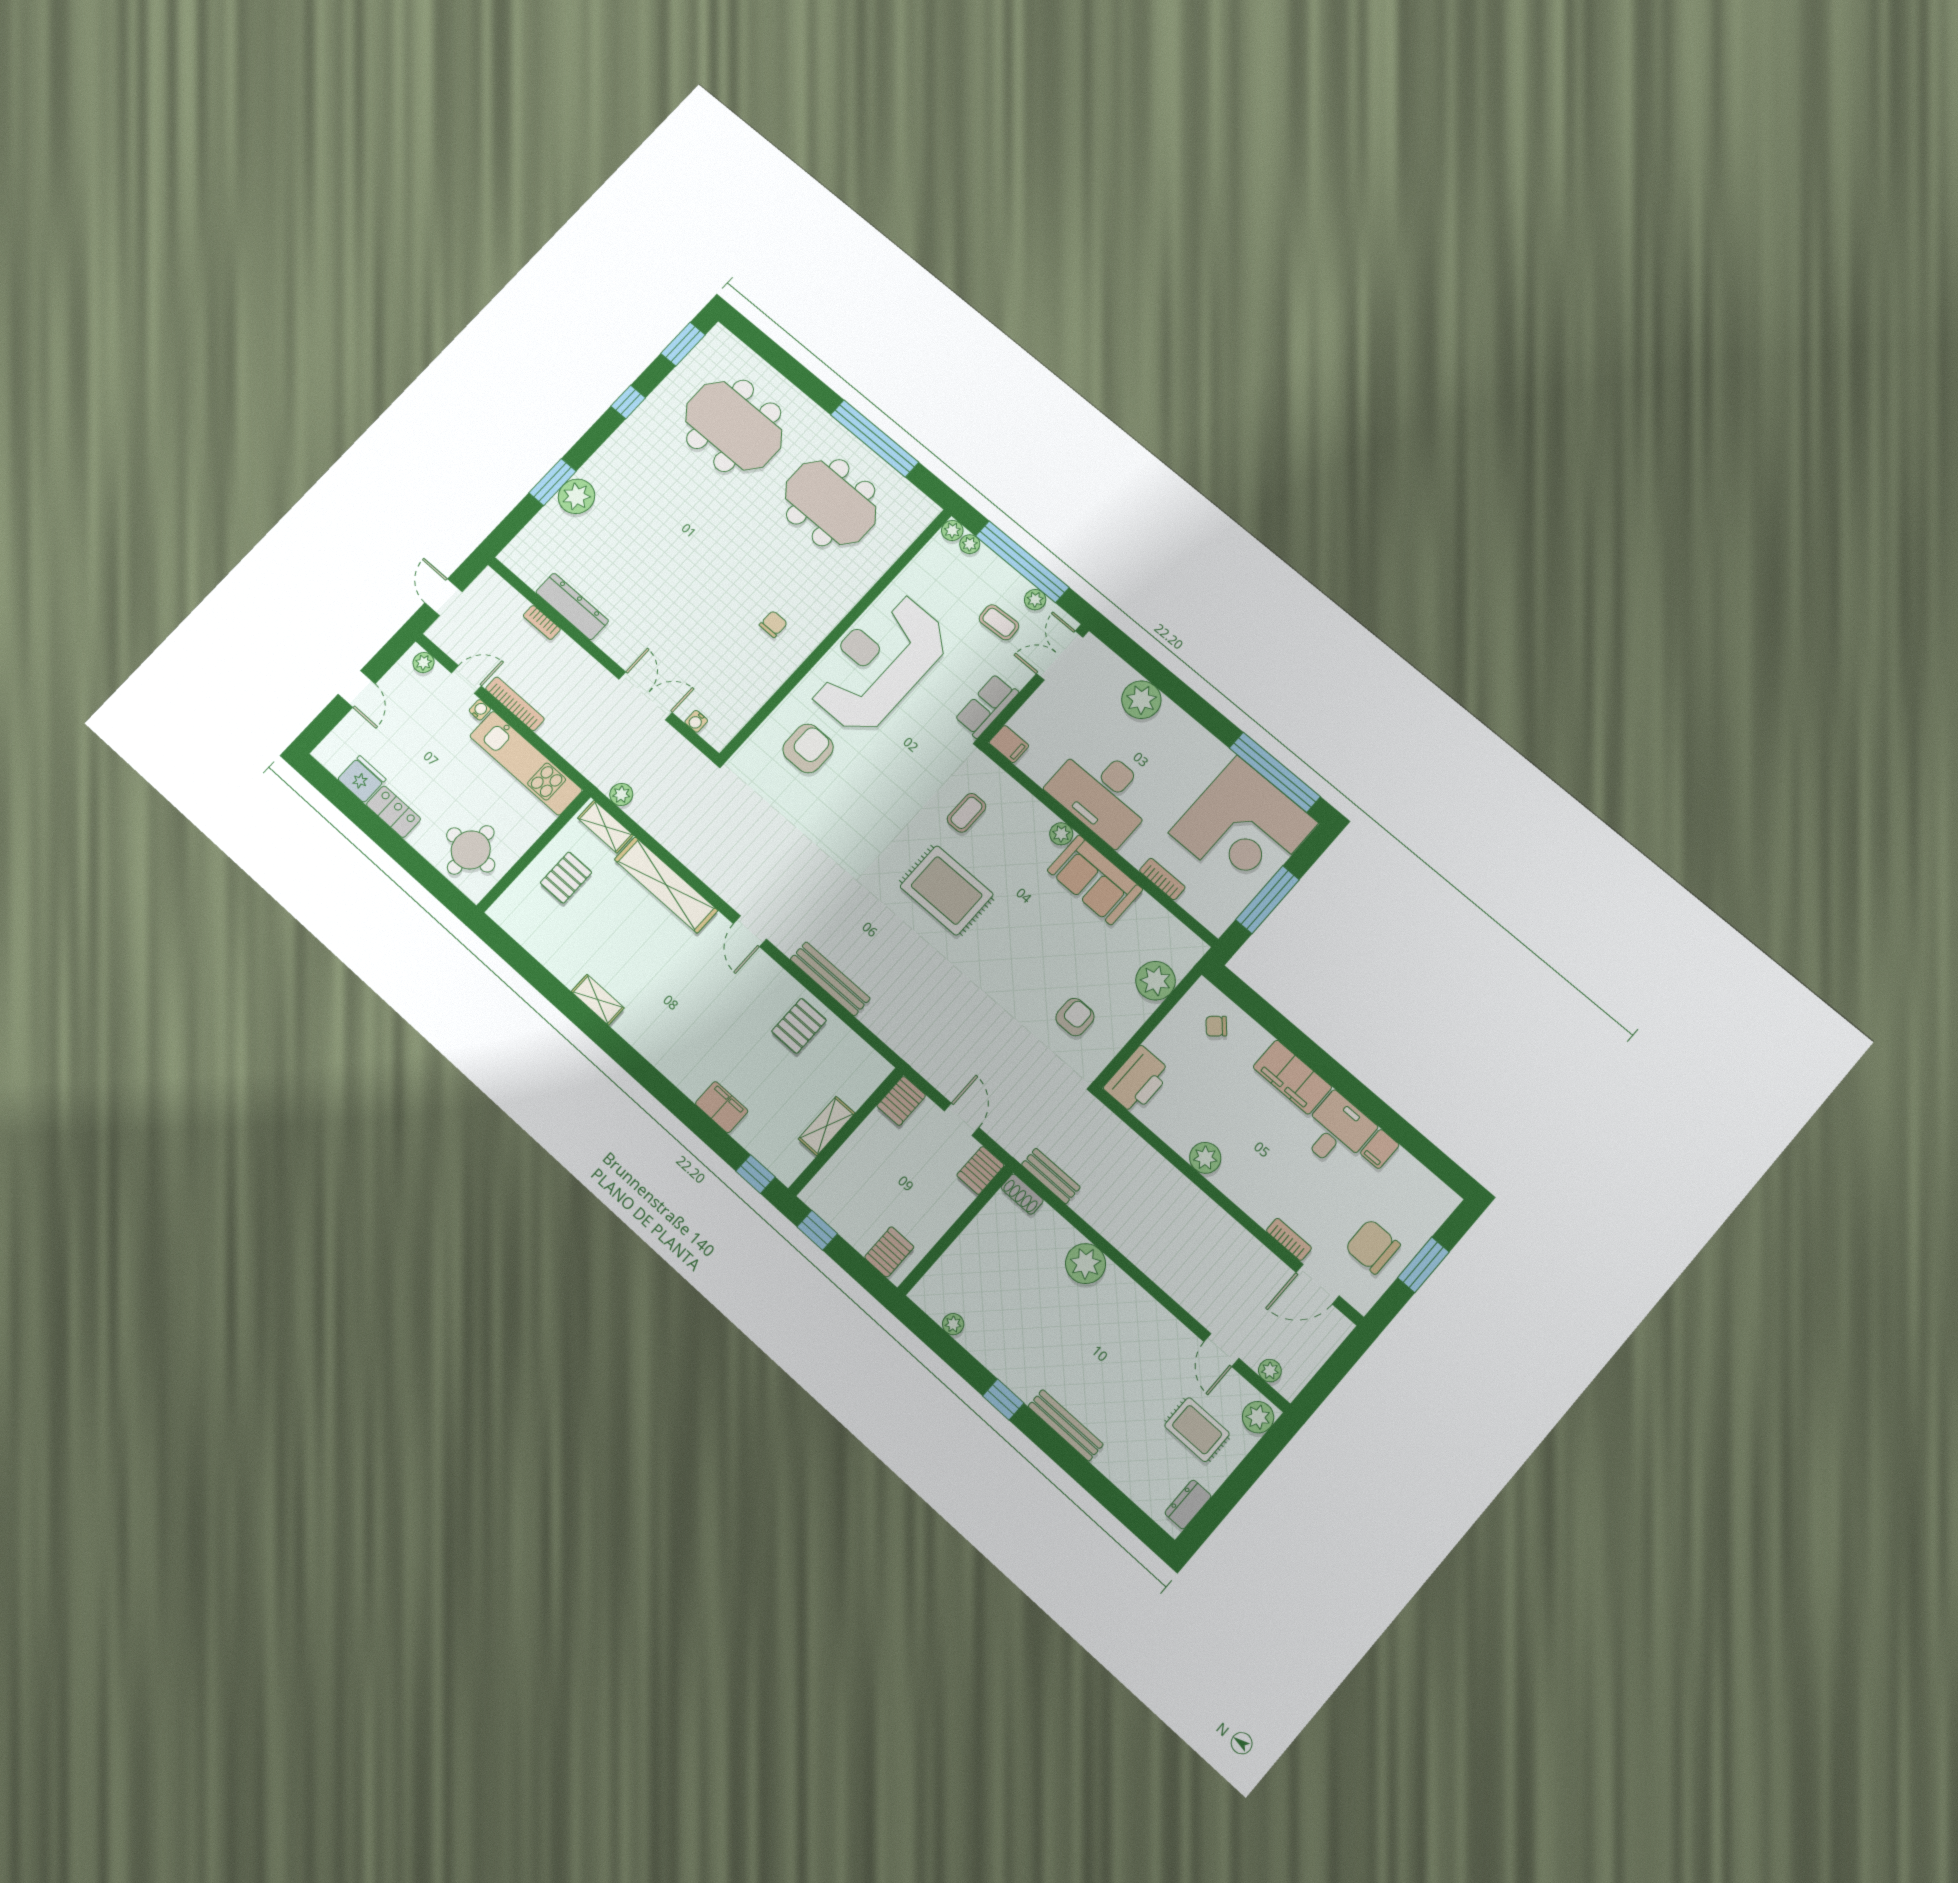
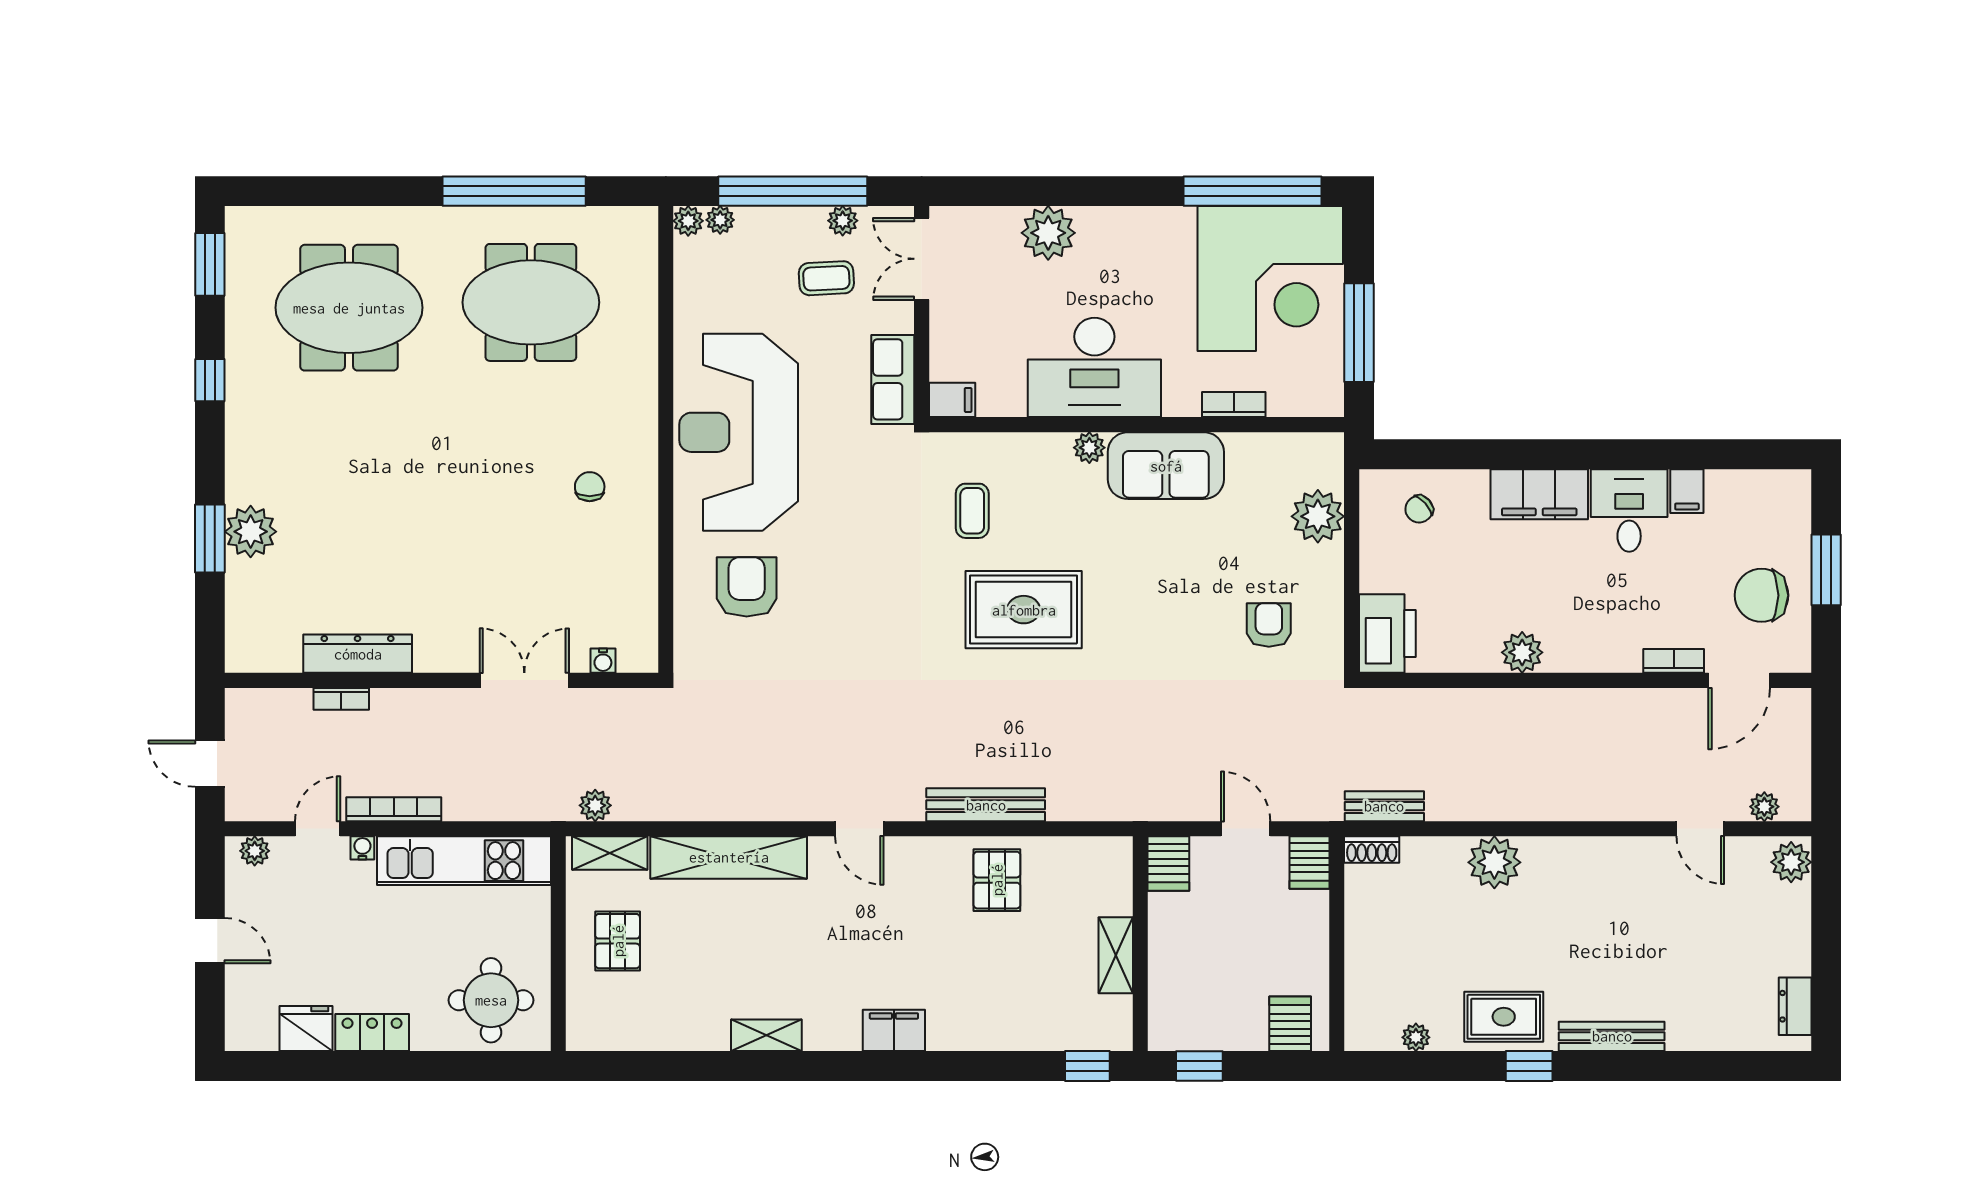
filing cabinet: (722, 1107) -> (894, 1030), moved
rug: (1197, 1430) -> (1504, 1017), moved

